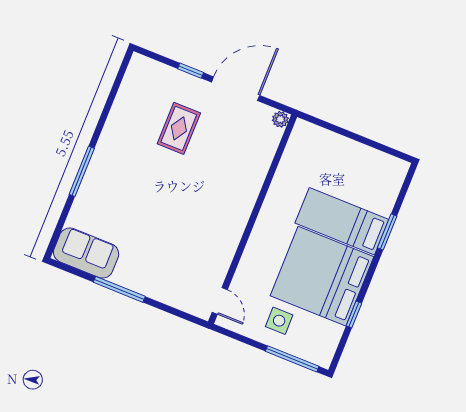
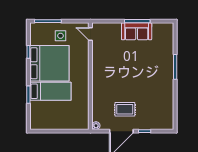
rug: (179, 128) -> (125, 109), moved, turned 90
sofa: (86, 253) -> (137, 31), moved

